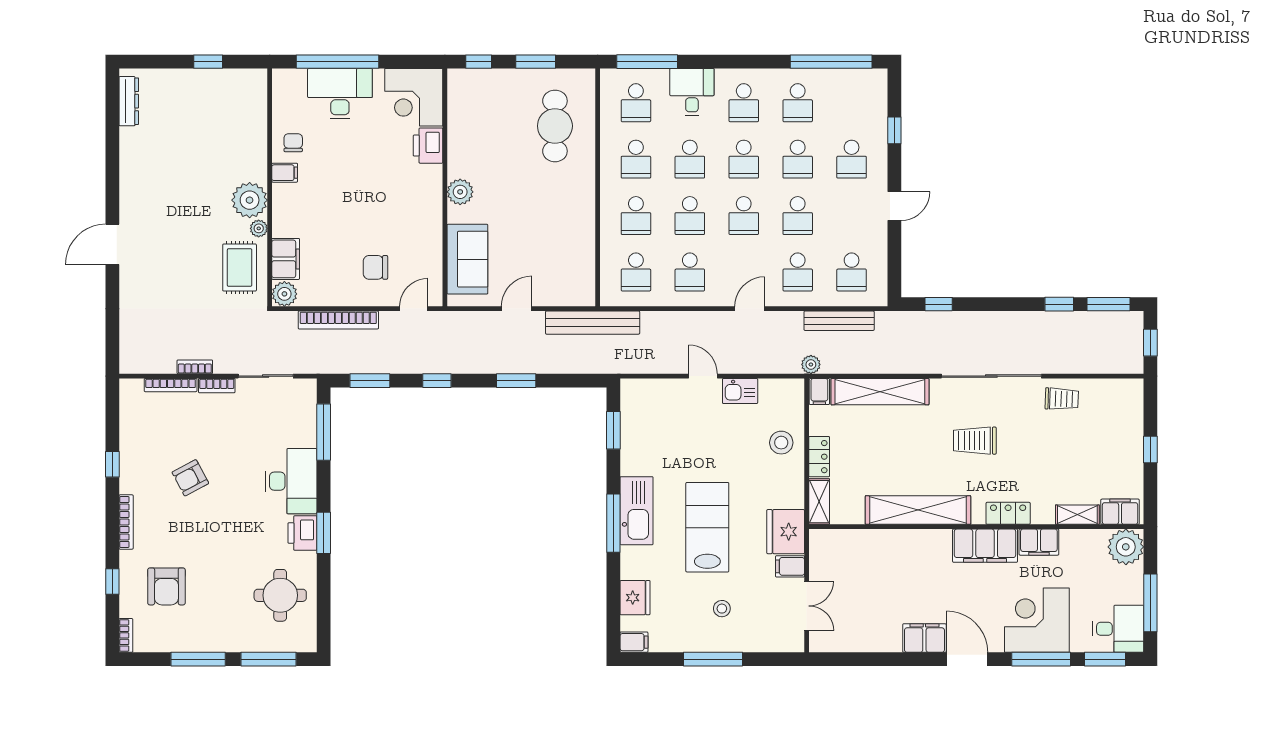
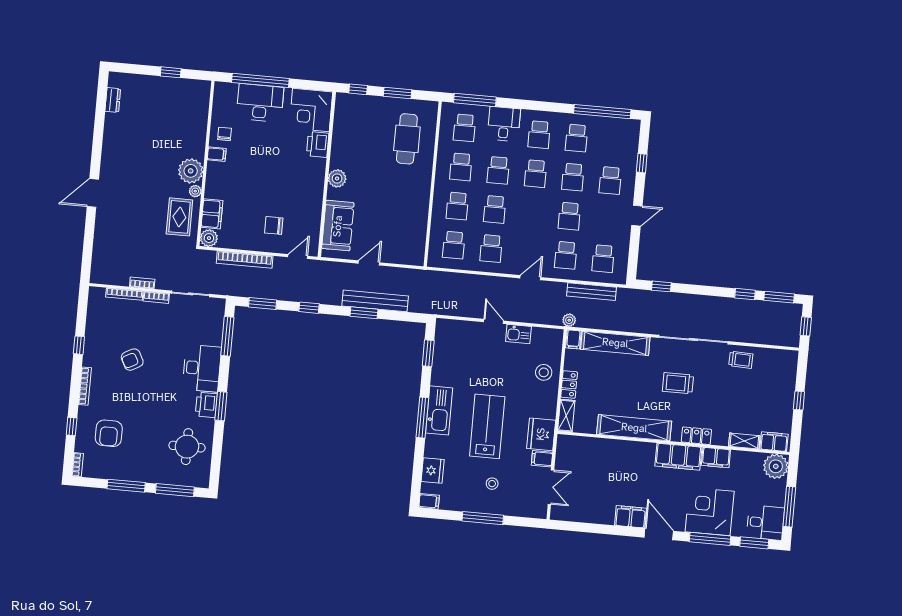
dresser: (129, 101) -> (113, 100), width x0.70
school desk: (744, 216) -> (532, 213), removed
bench: (593, 323) -> (375, 301), moved

